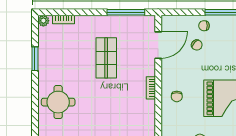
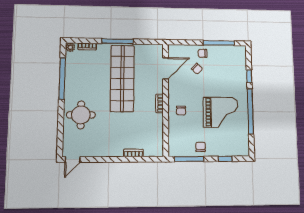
window: (126, 12) -> (117, 41), moved
shop shelf: (106, 58) -> (122, 78), width x2.00, depth x1.36
window: (35, 59) -> (62, 78), width x2.11

